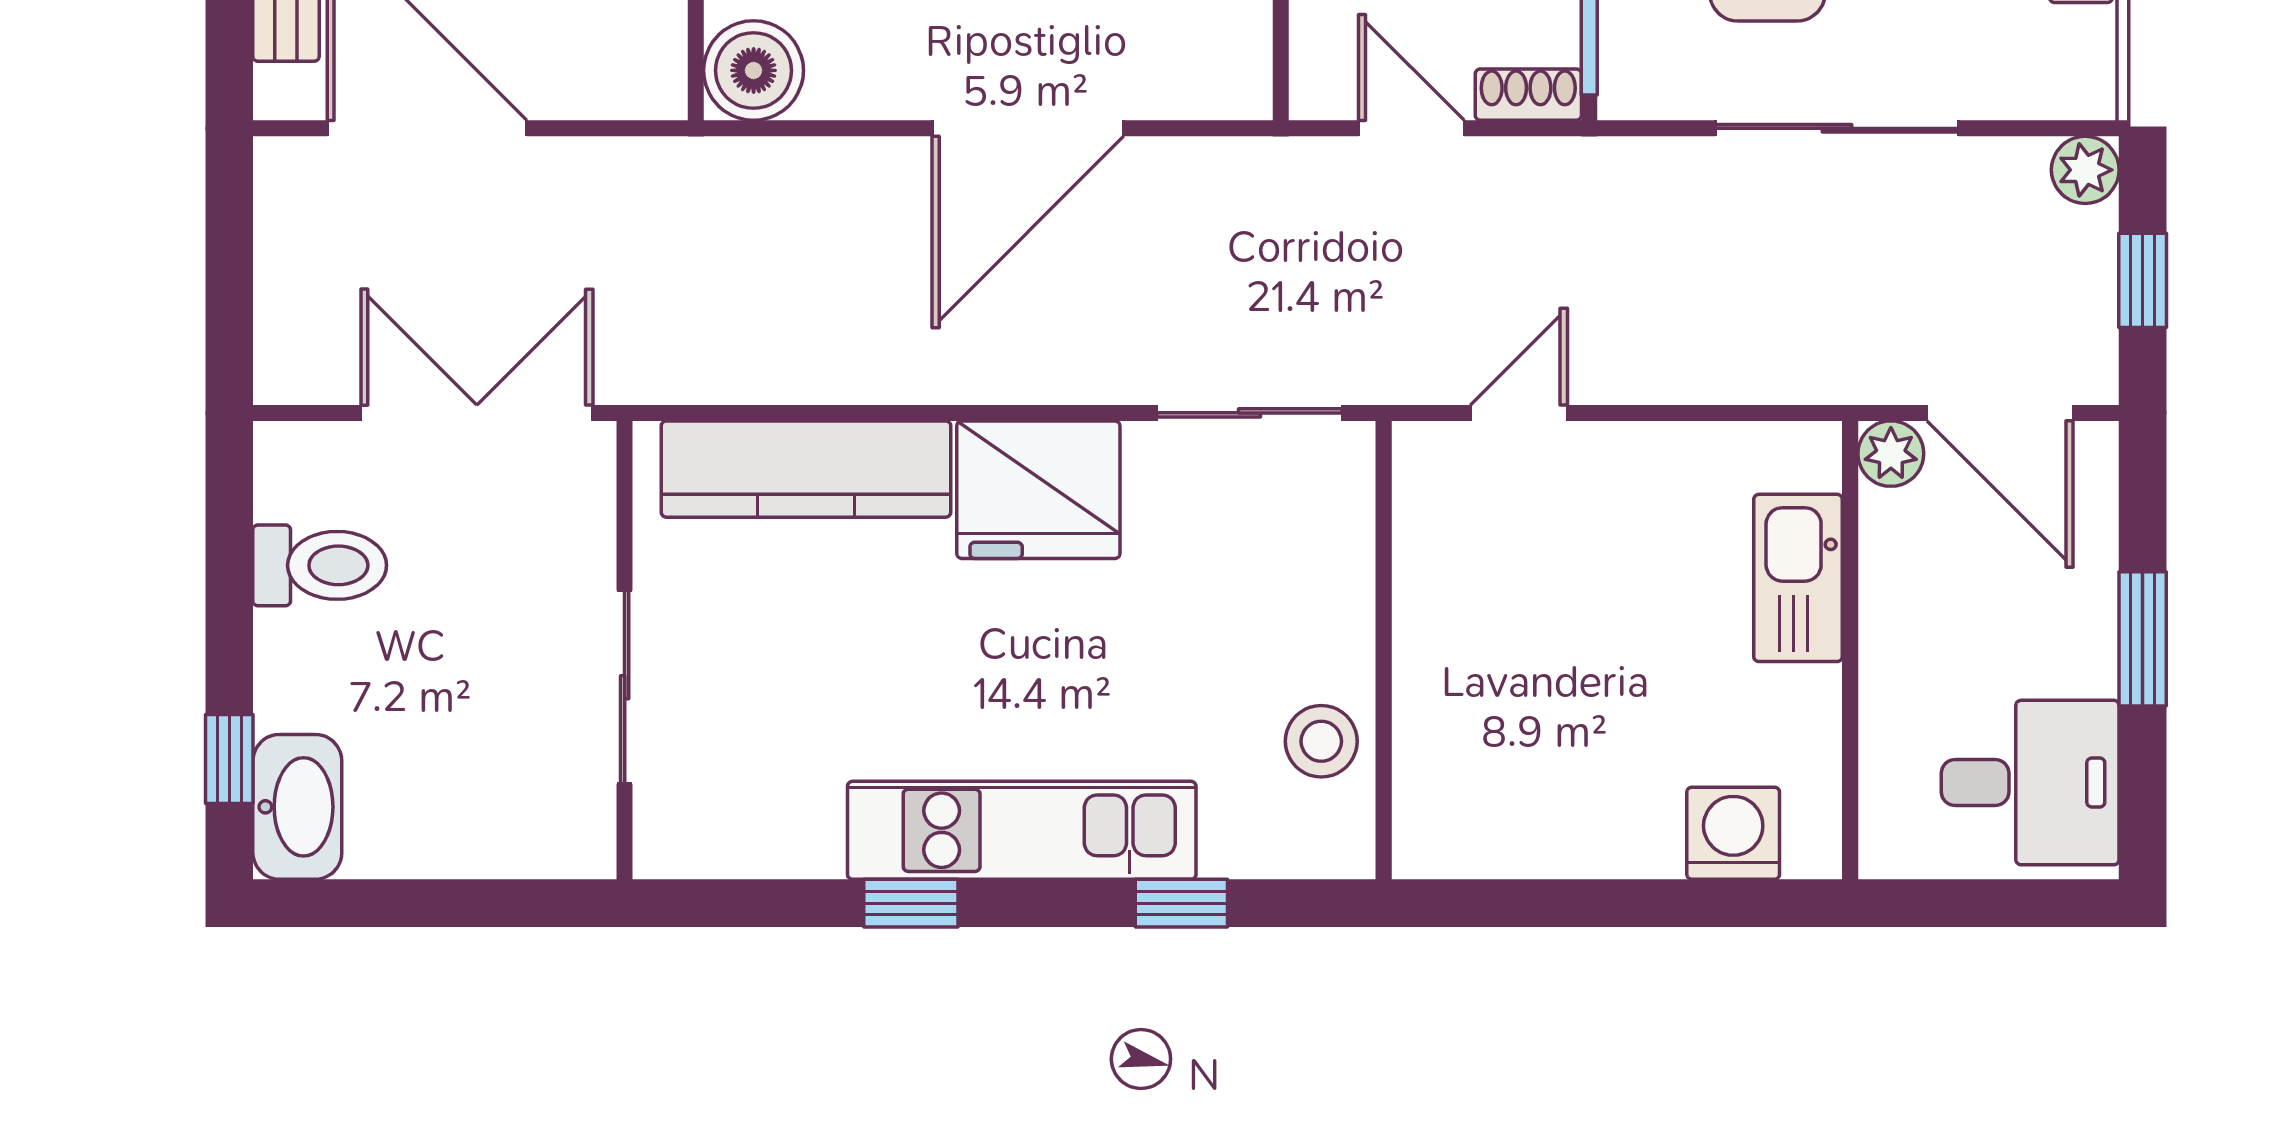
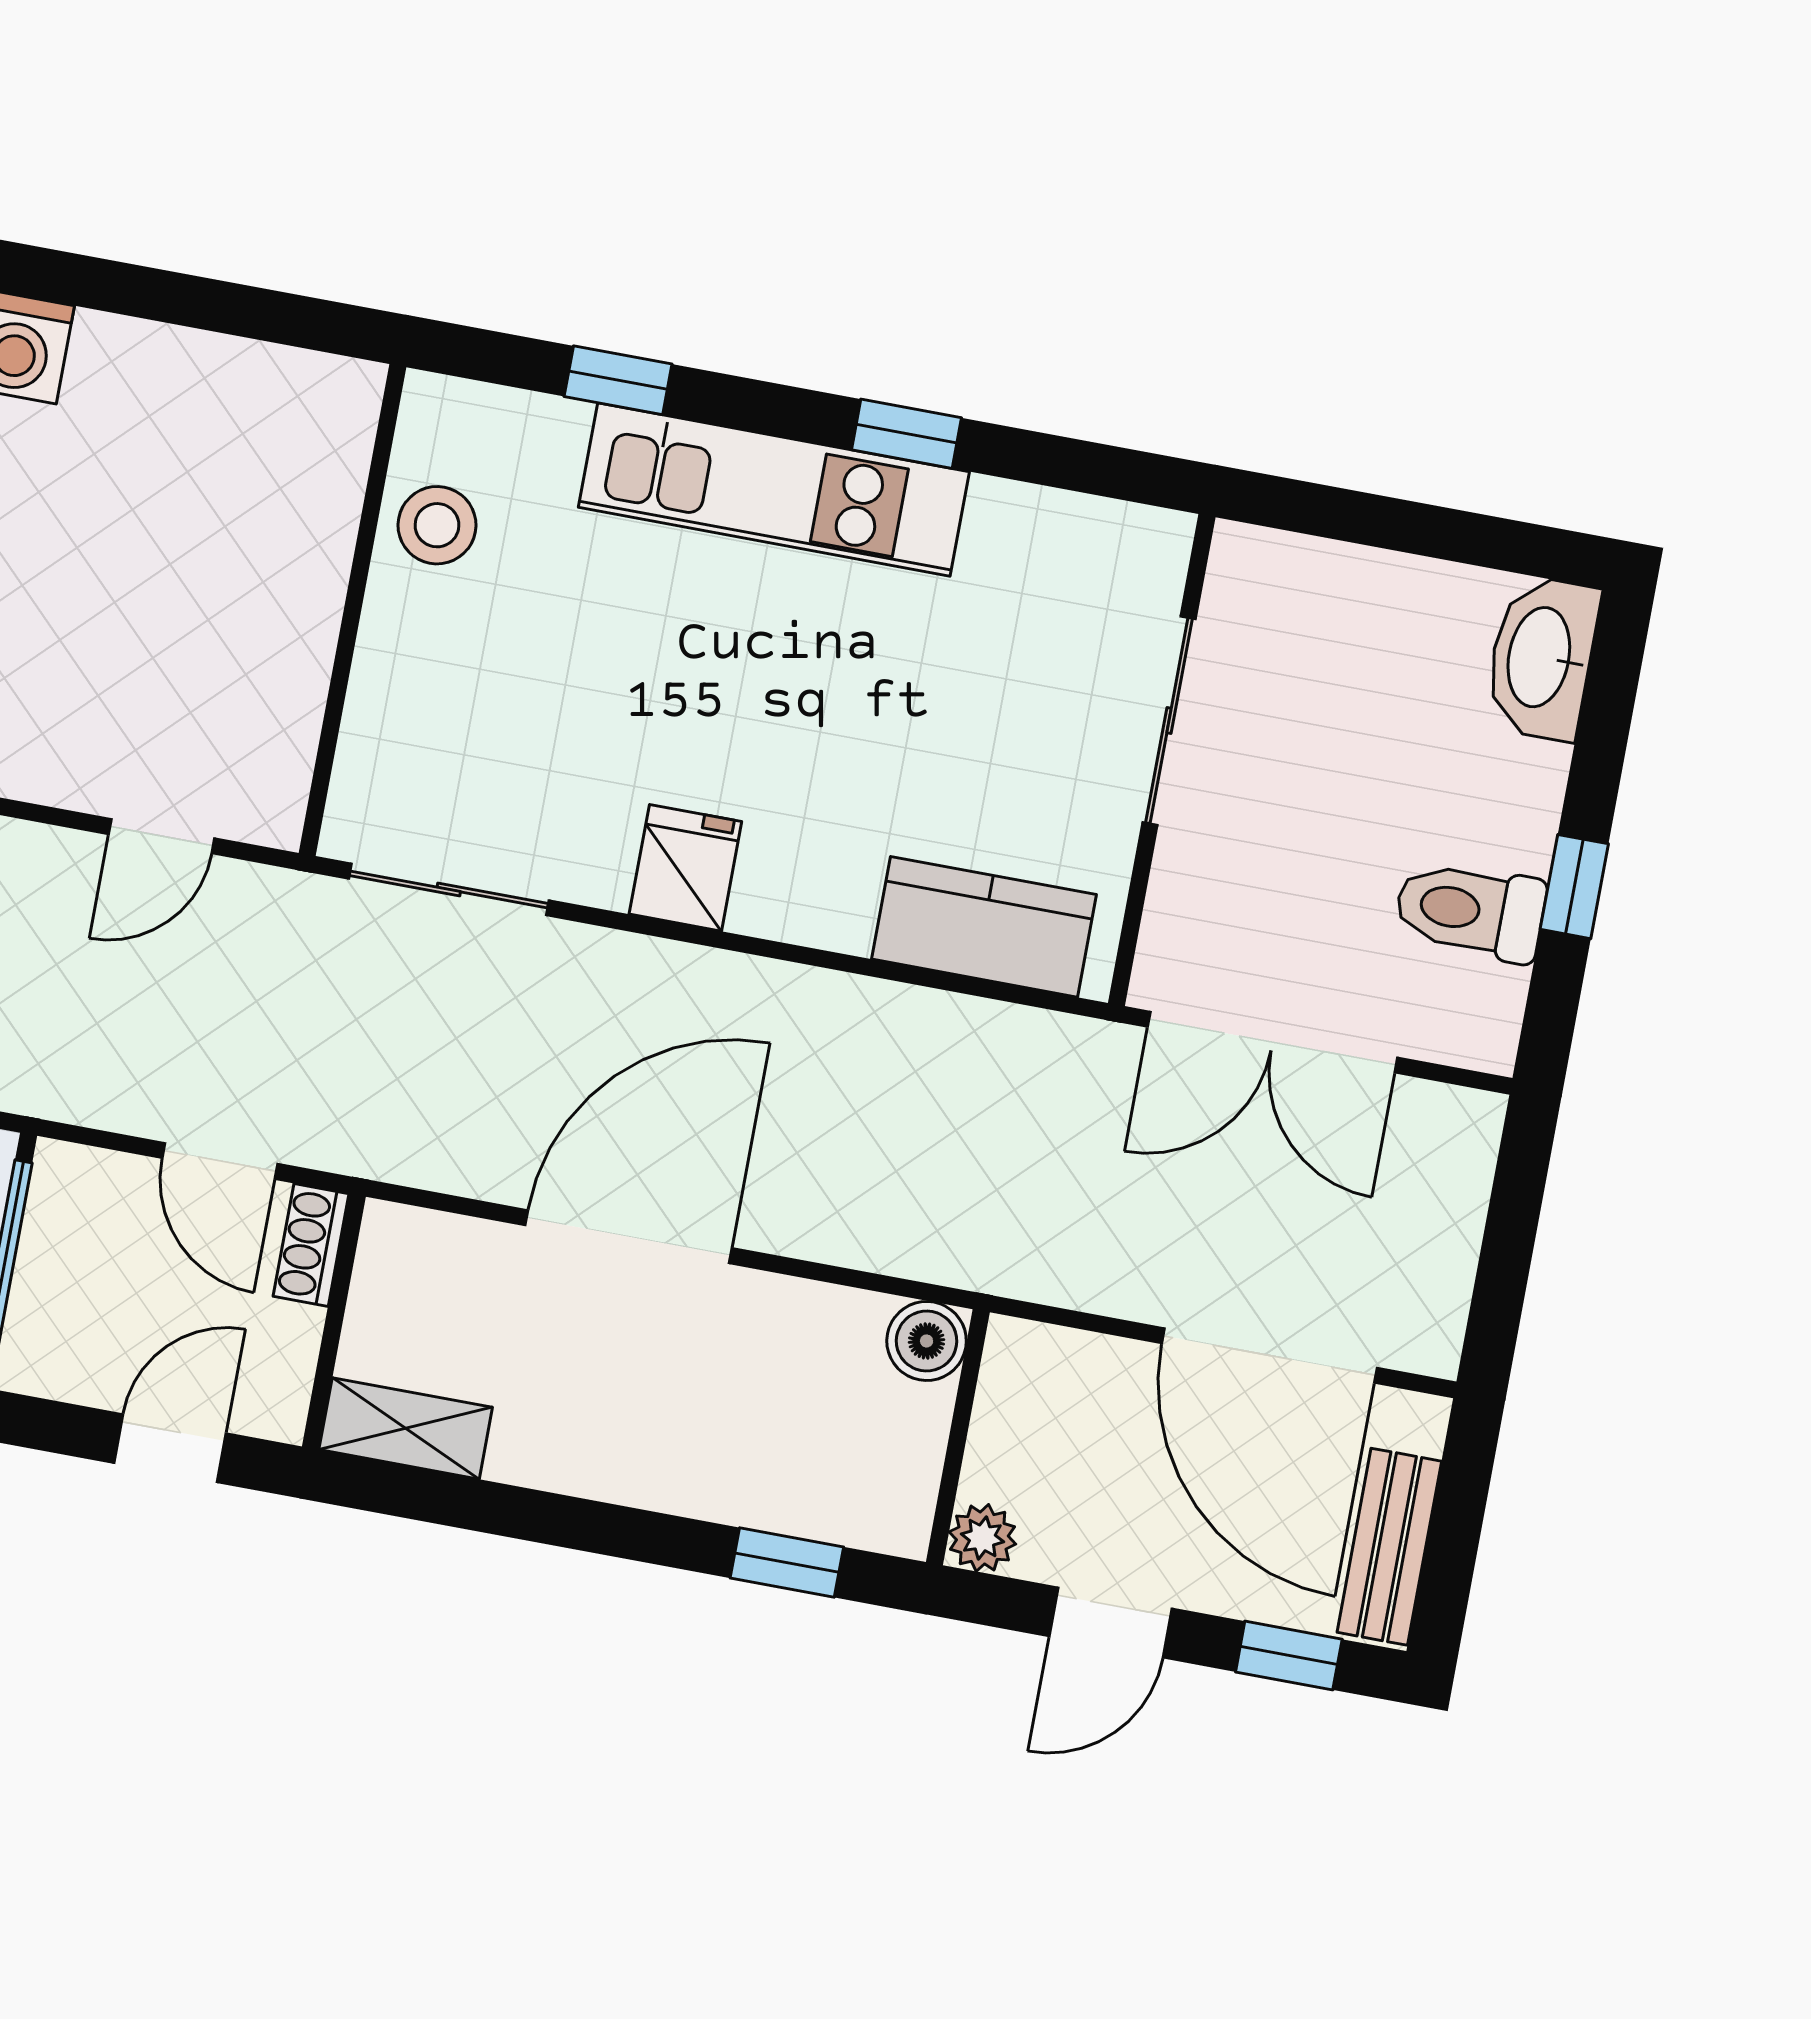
boiler: (754, 70) -> (927, 1341), width x0.73, depth x0.73
shoe rack: (1528, 95) -> (311, 1245), moved, turned 90
kitchen counter: (806, 469) -> (984, 927), width x0.67
fridge: (1038, 490) -> (685, 868), width x0.53, depth x0.75
window: (229, 759) -> (1574, 887), moved

